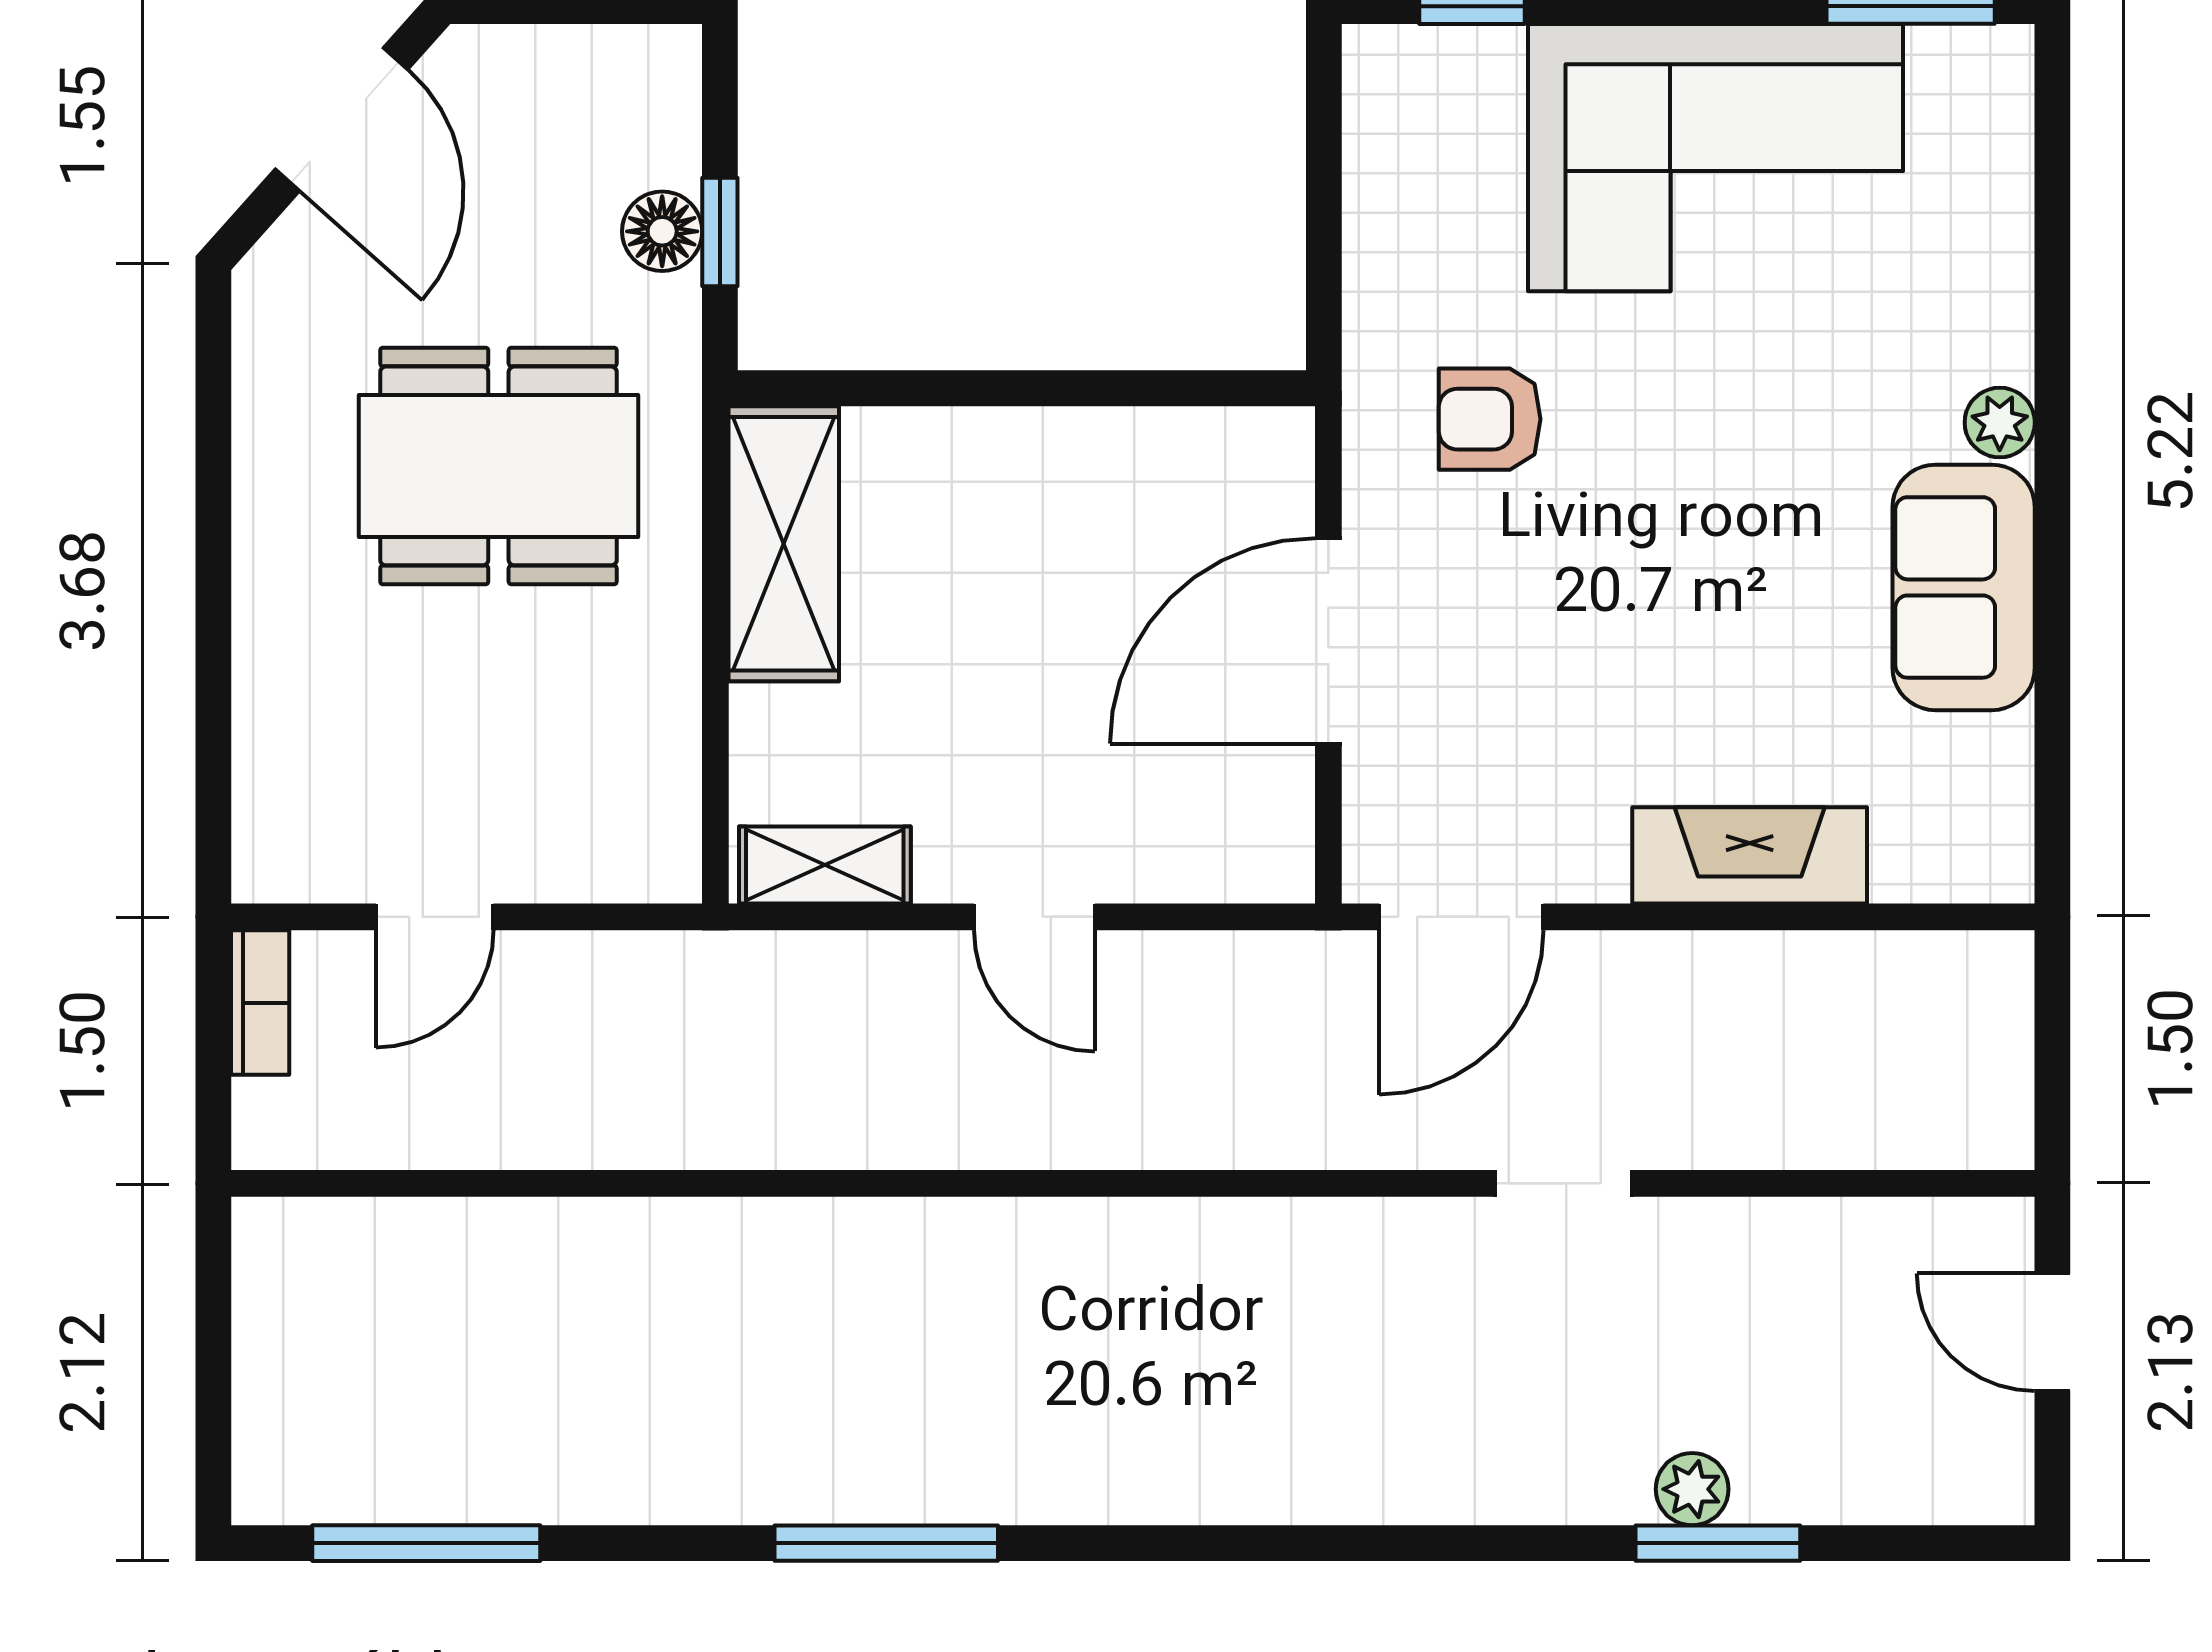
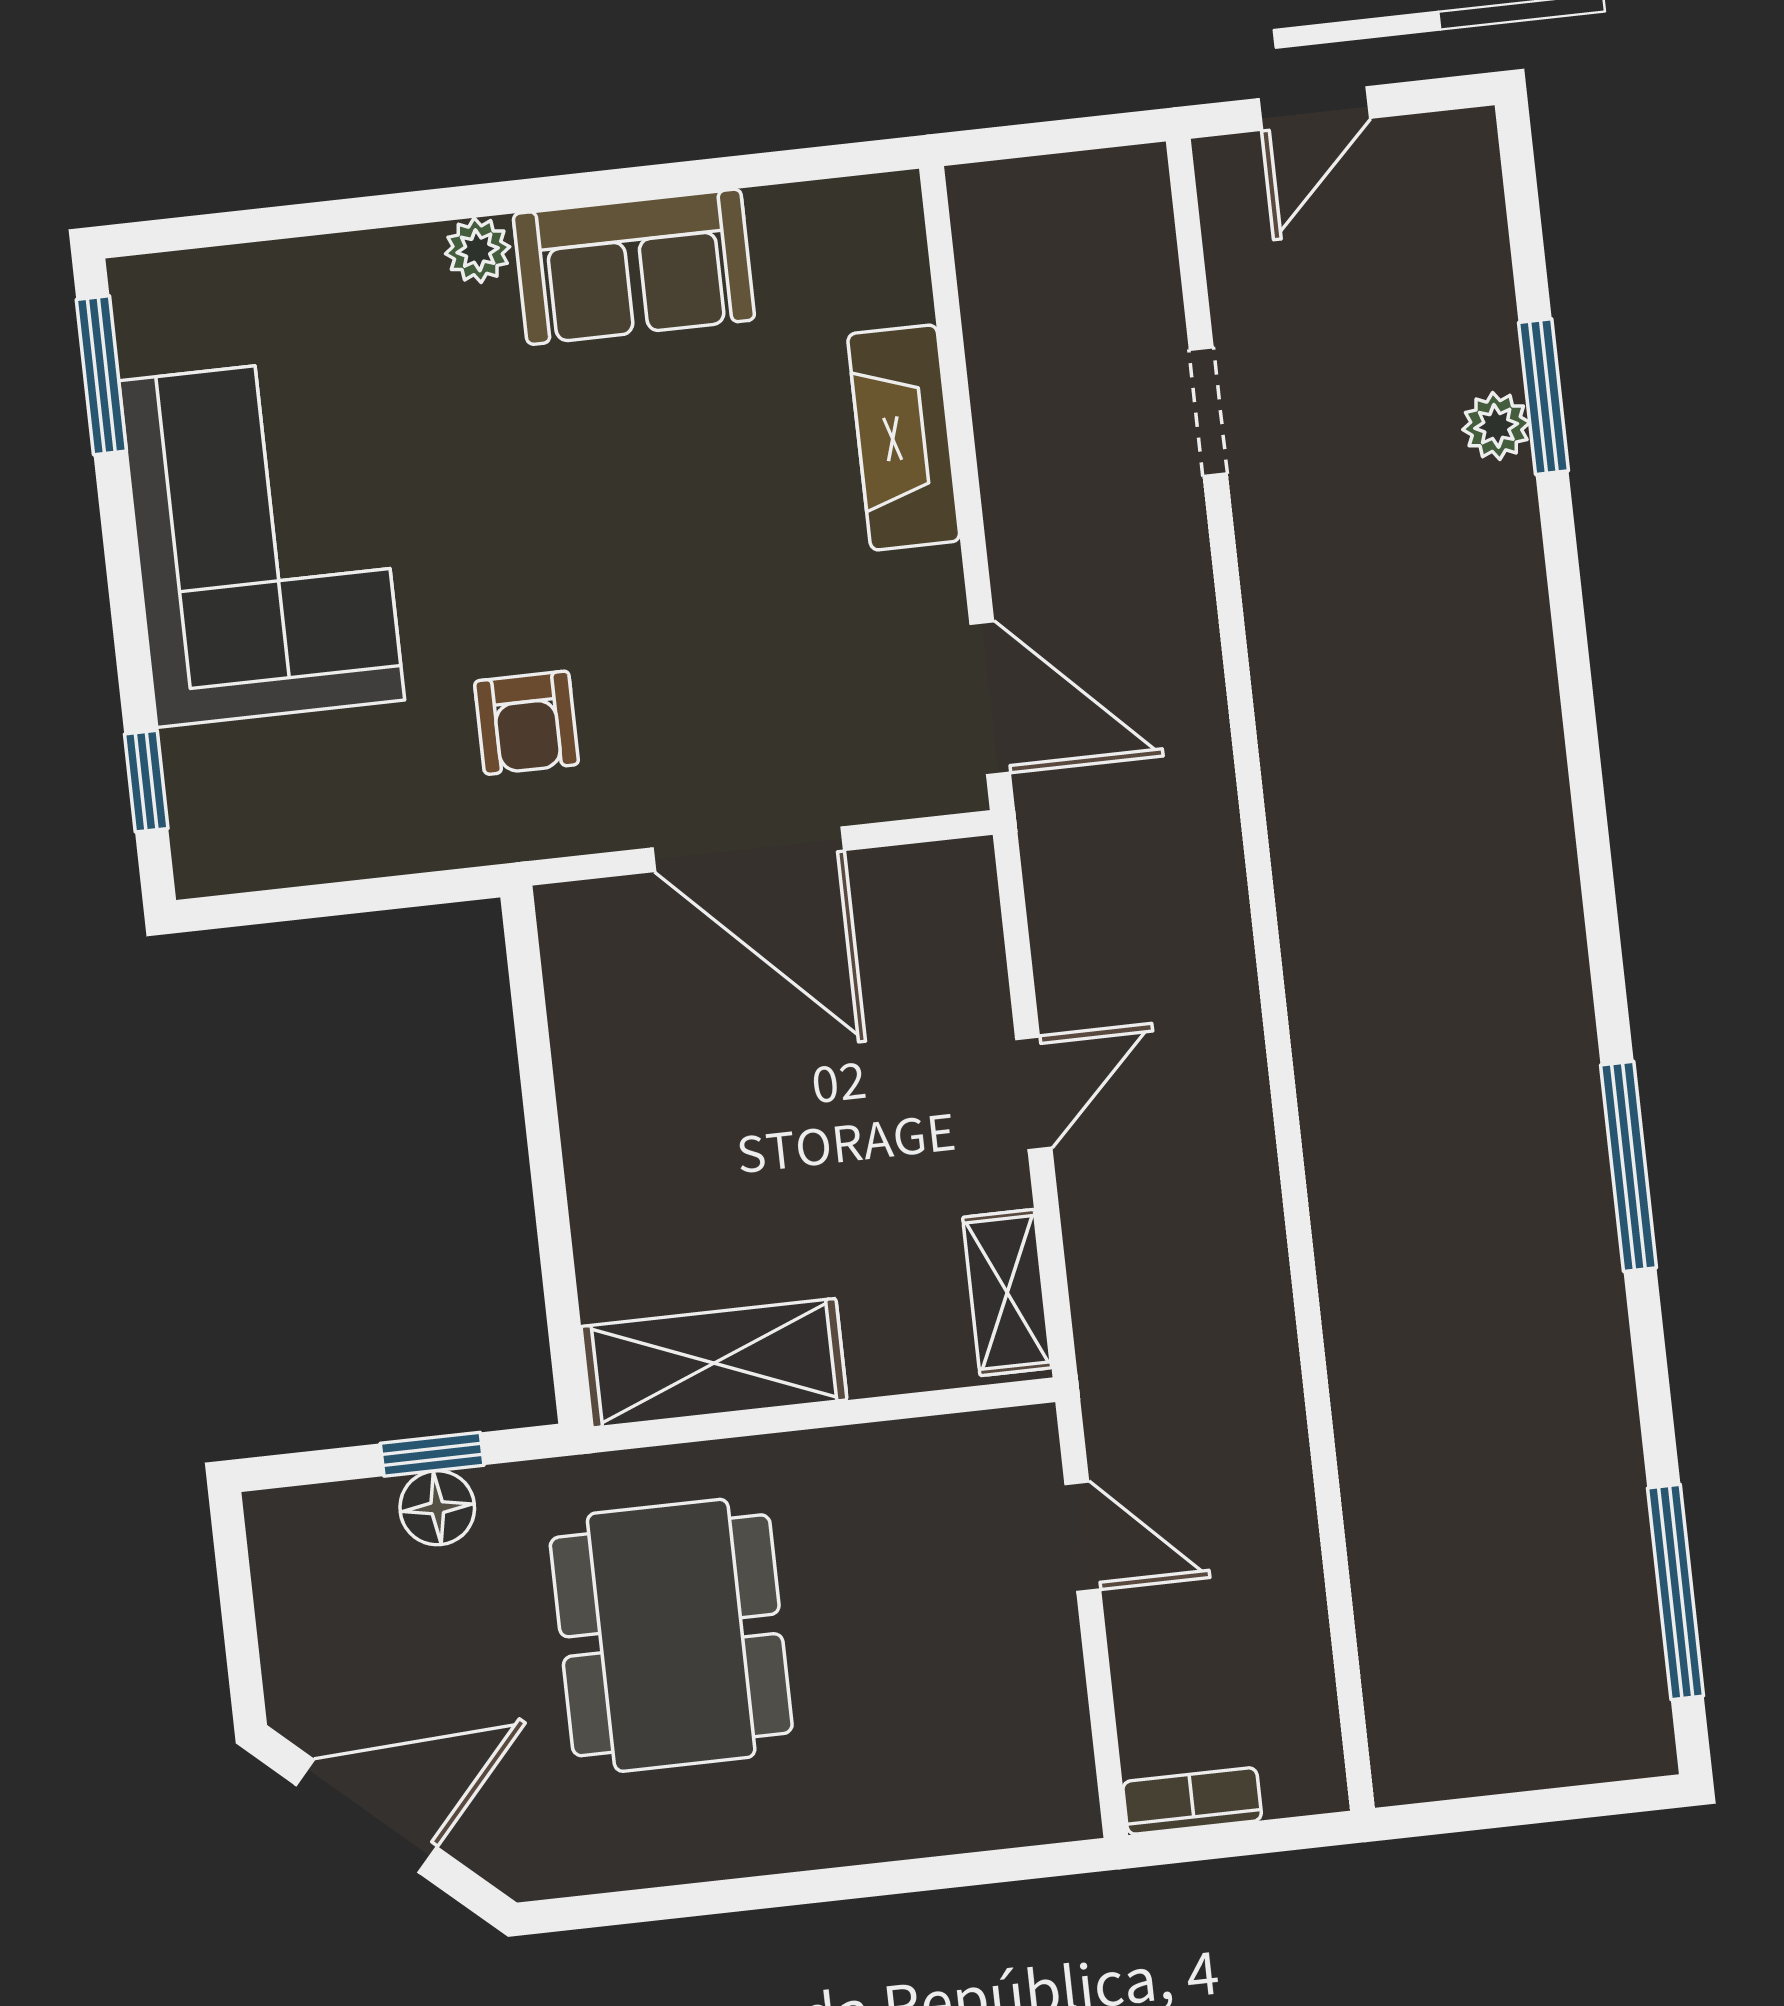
door: (435, 917) -> (1083, 1537), moved
doorway: (1563, 1183) -> (1208, 412), moved

